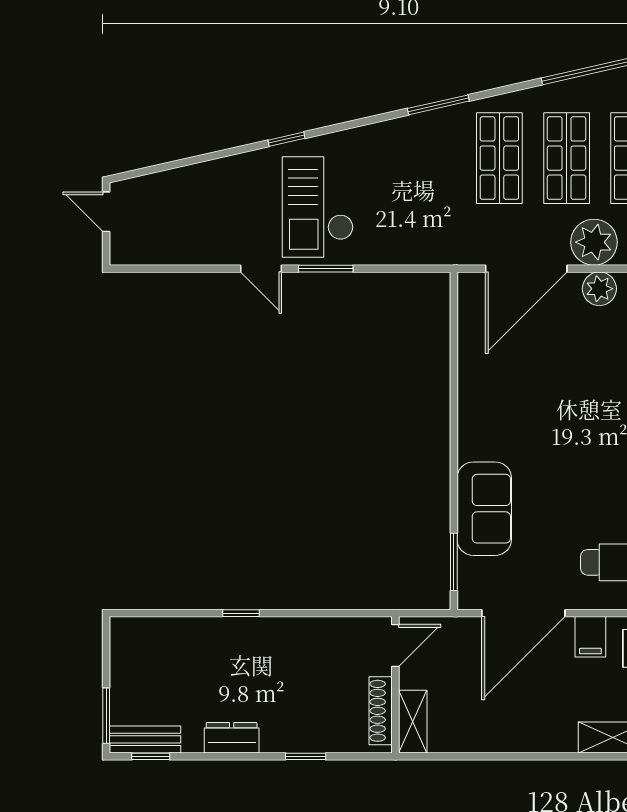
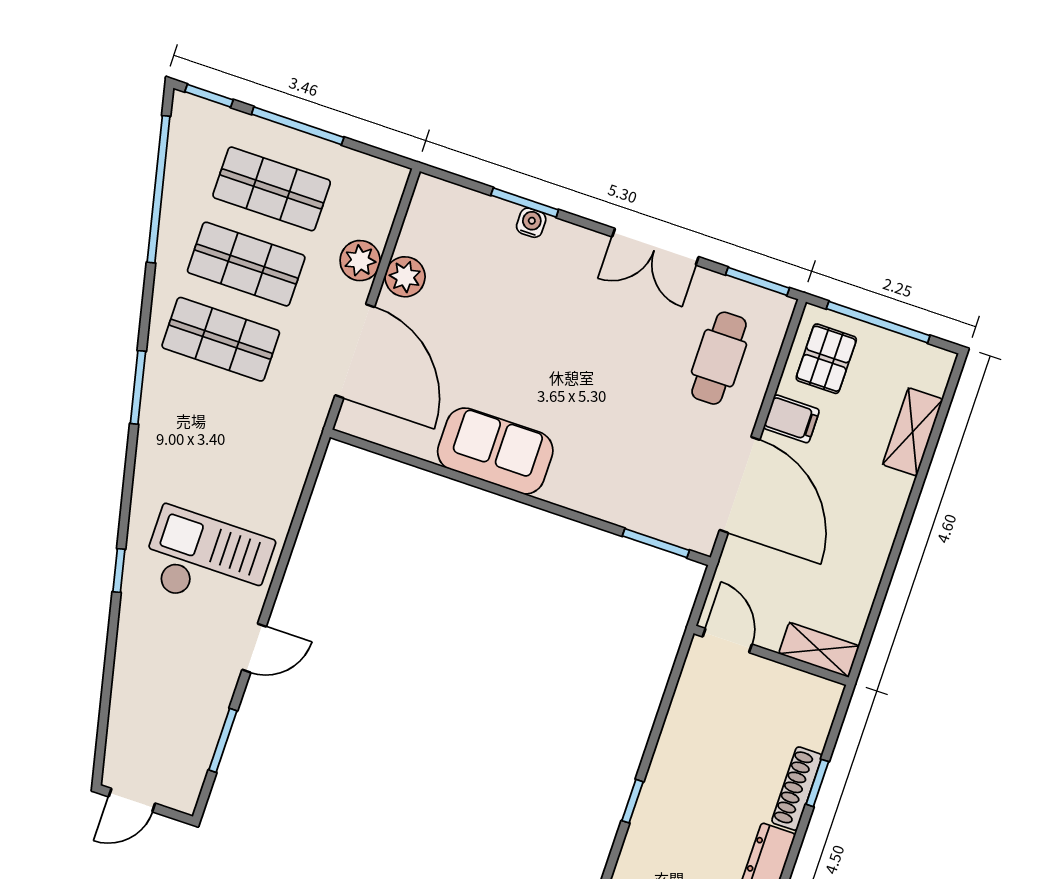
checkout: (318, 207) -> (207, 561), turned 180
plant: (594, 242) -> (360, 261), width x0.73, depth x0.73
window: (326, 269) -> (223, 740), moved
sofa: (484, 509) -> (495, 451), moved
shoe rack: (381, 711) -> (797, 789), moved, turned 90

